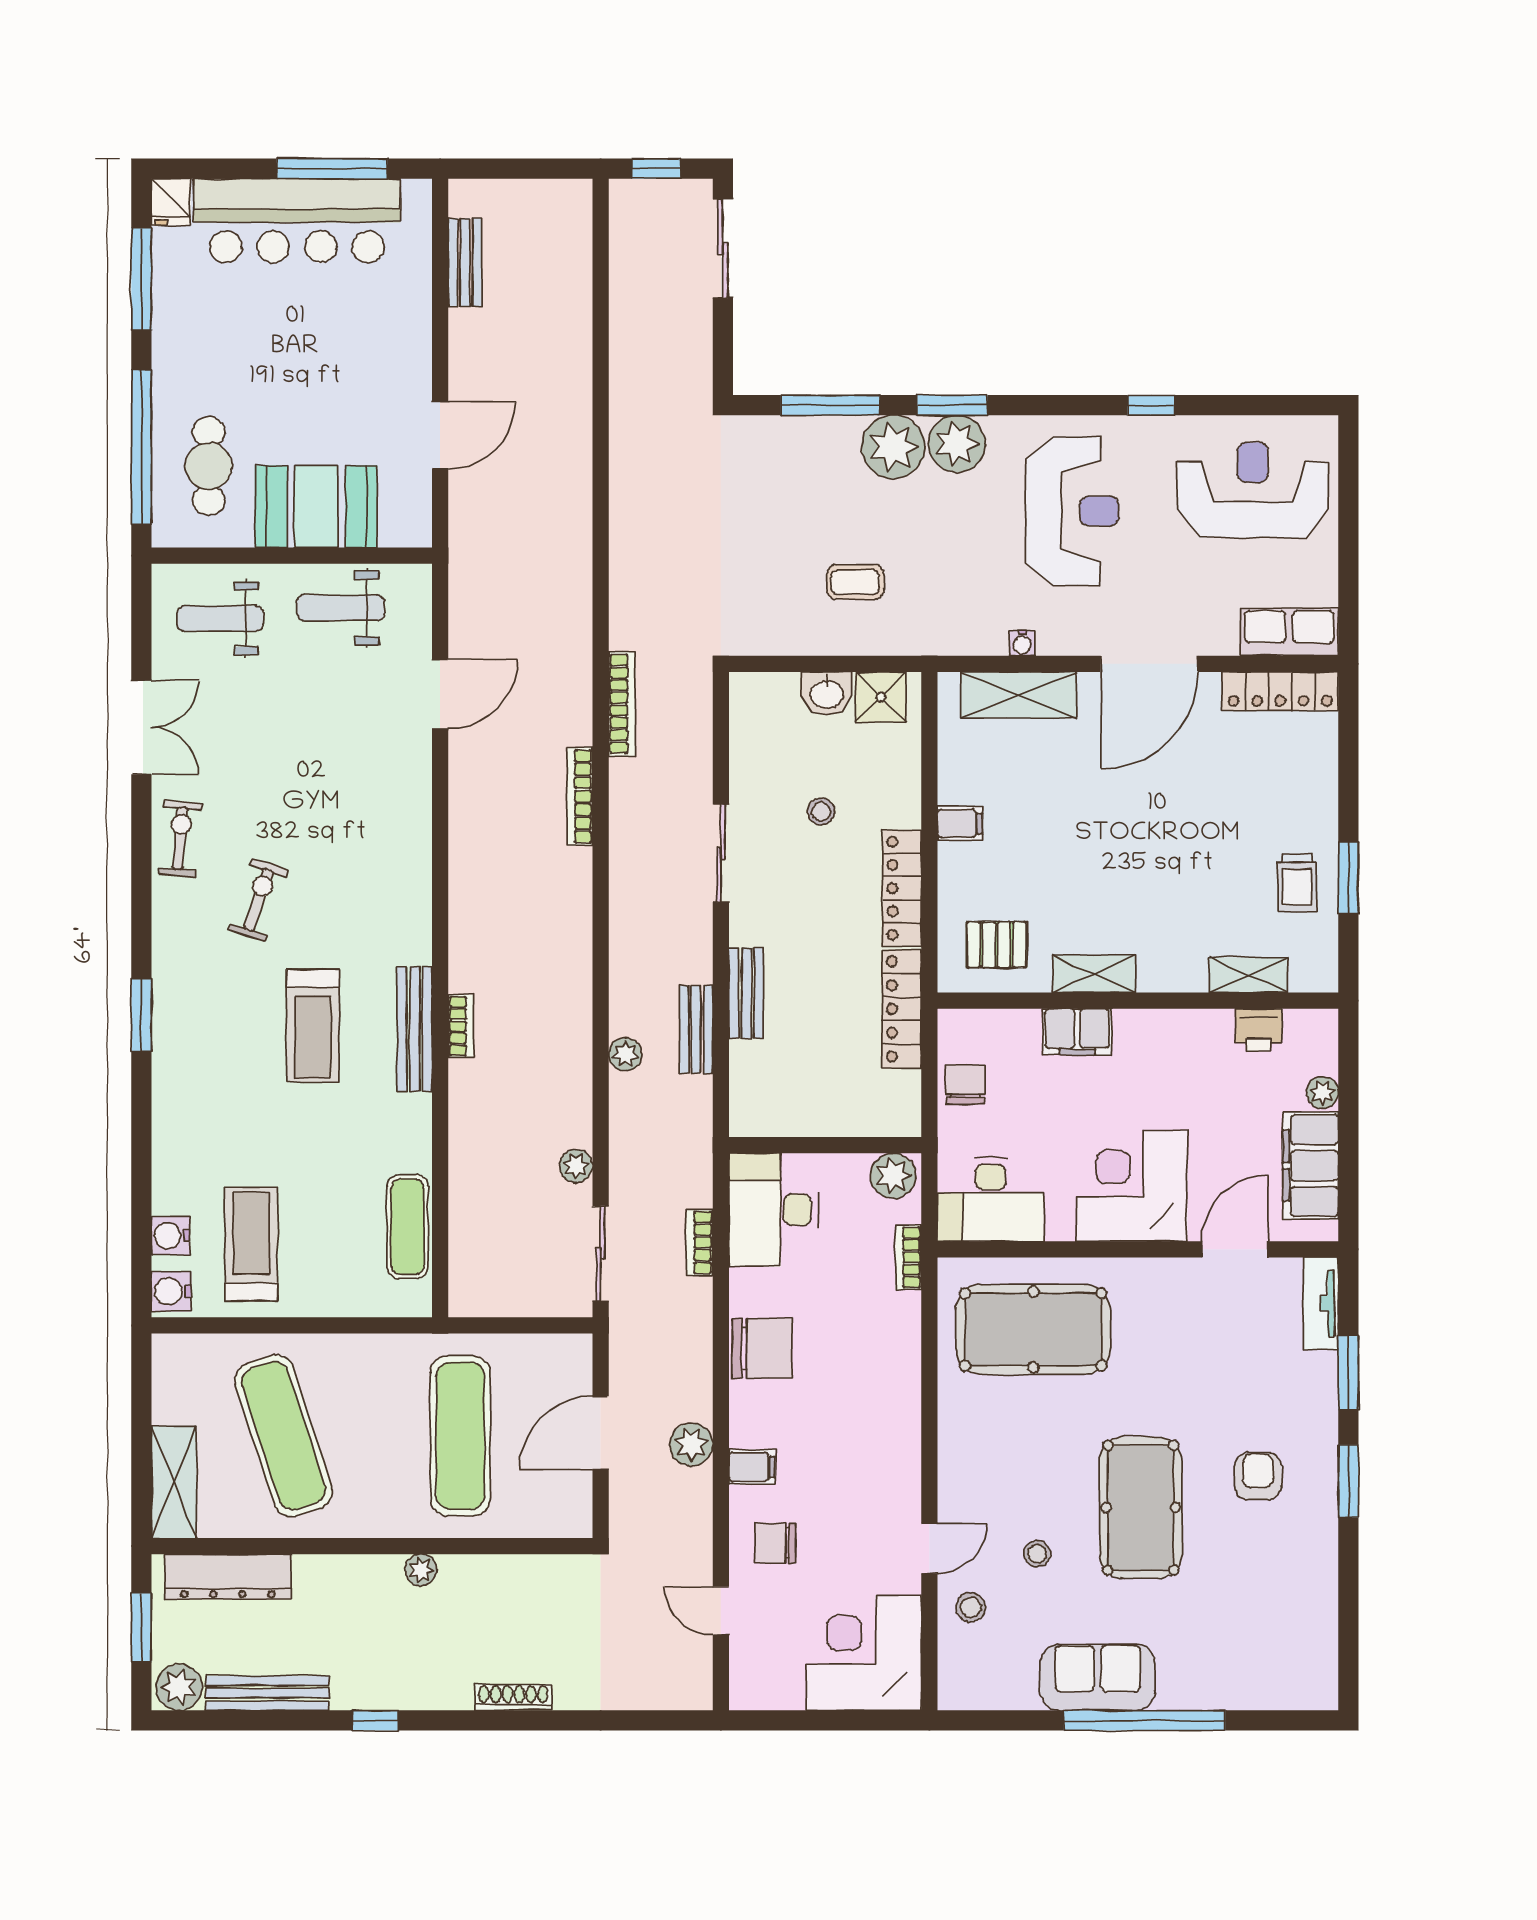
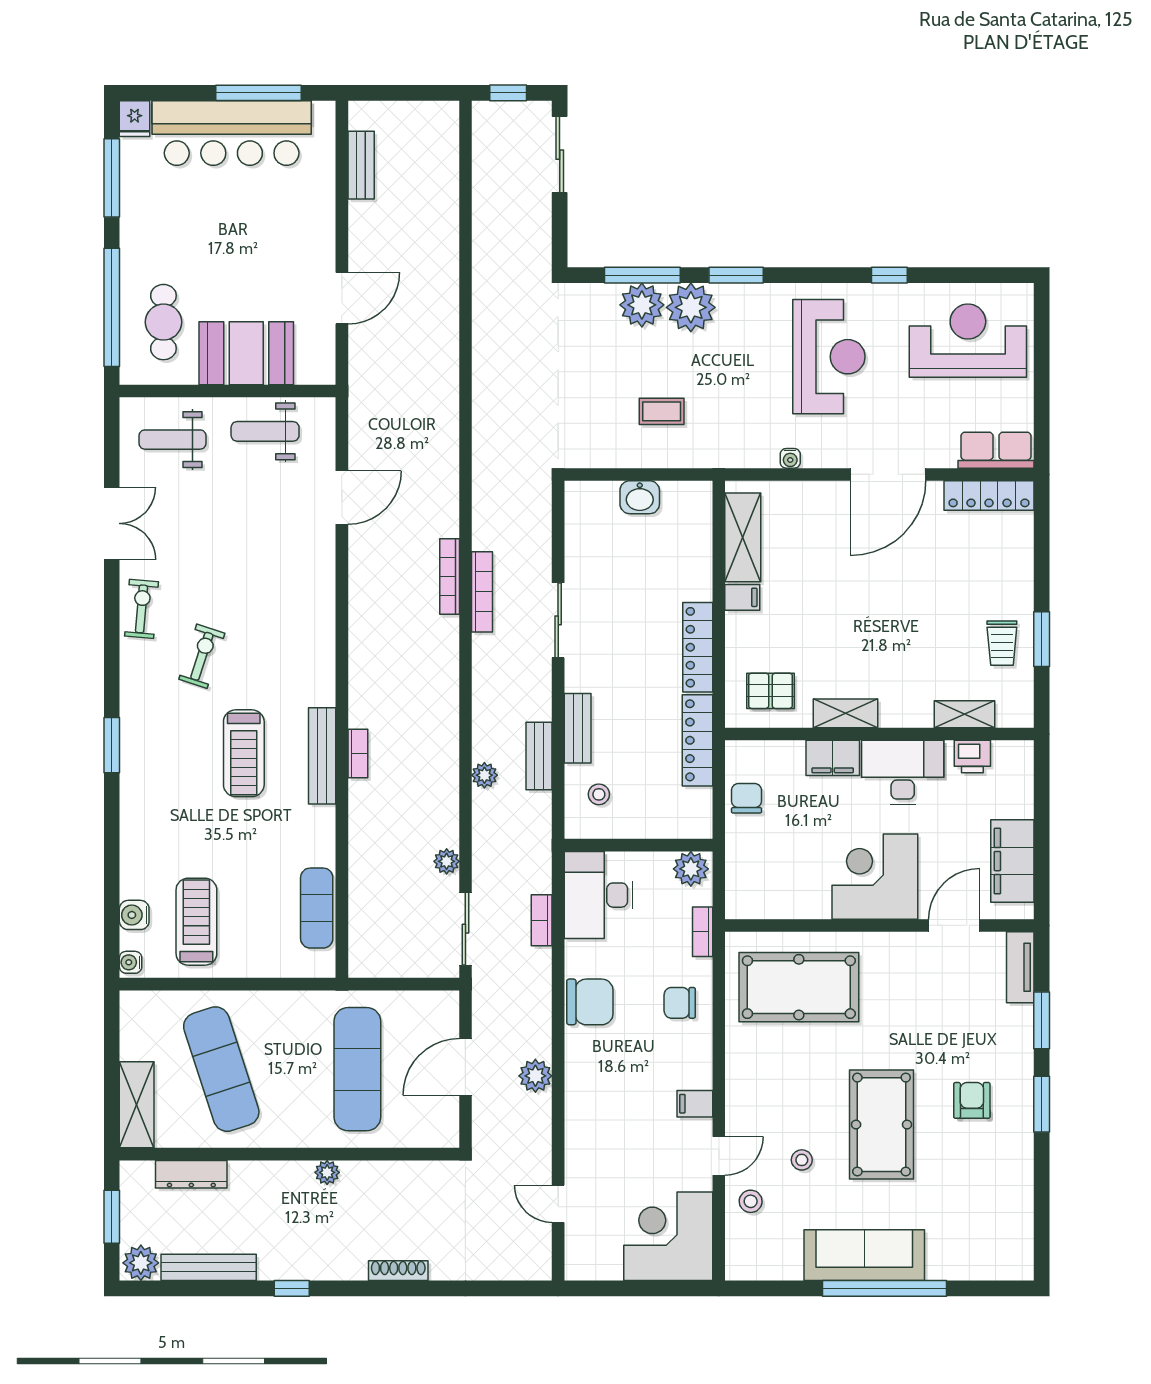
plant: (957, 444) -> (642, 305), moved
shelving: (1018, 695) -> (743, 537), moved, turned 90
shower: (881, 697) -> (681, 500), removed
bookcase: (622, 704) -> (482, 592), moved
stool: (821, 811) -> (599, 794), moved
plant: (1322, 1093) -> (1022, 805), removed
desk: (991, 1200) -> (903, 772), moved, turned 180
water cooler: (171, 1292) -> (131, 962), width x0.72, depth x0.72
filing cabinet: (752, 1467) -> (695, 1104), moved, turned 180
chair: (775, 1543) -> (680, 1003), moved
dresser: (228, 1577) -> (191, 1174), width x0.73, depth x0.80
sofa: (1098, 1677) -> (864, 1255), width x1.36

